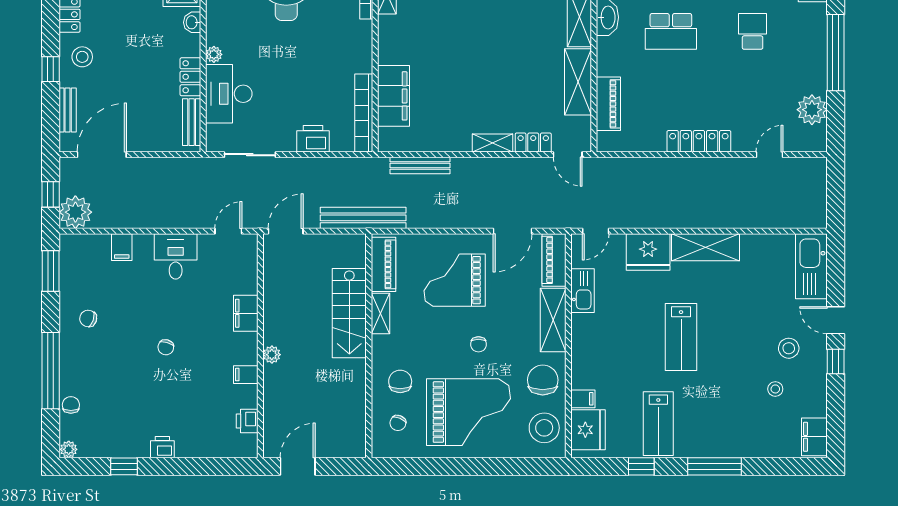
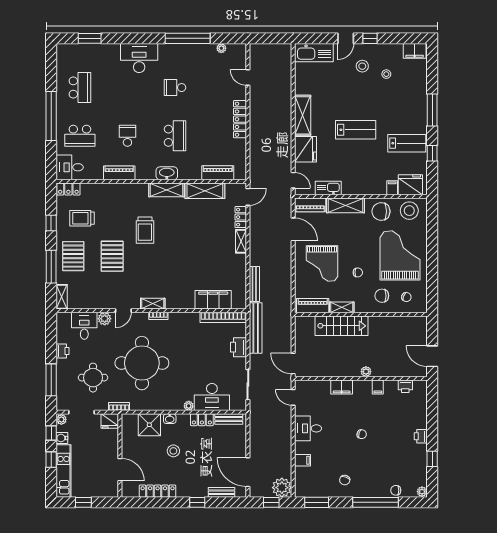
stool: (82, 57) -> (173, 451), moved
plant: (812, 110) -> (221, 48), width x0.53, depth x0.53
bench: (363, 218) -> (256, 328), moved
chair: (478, 344) -> (358, 272), moved

